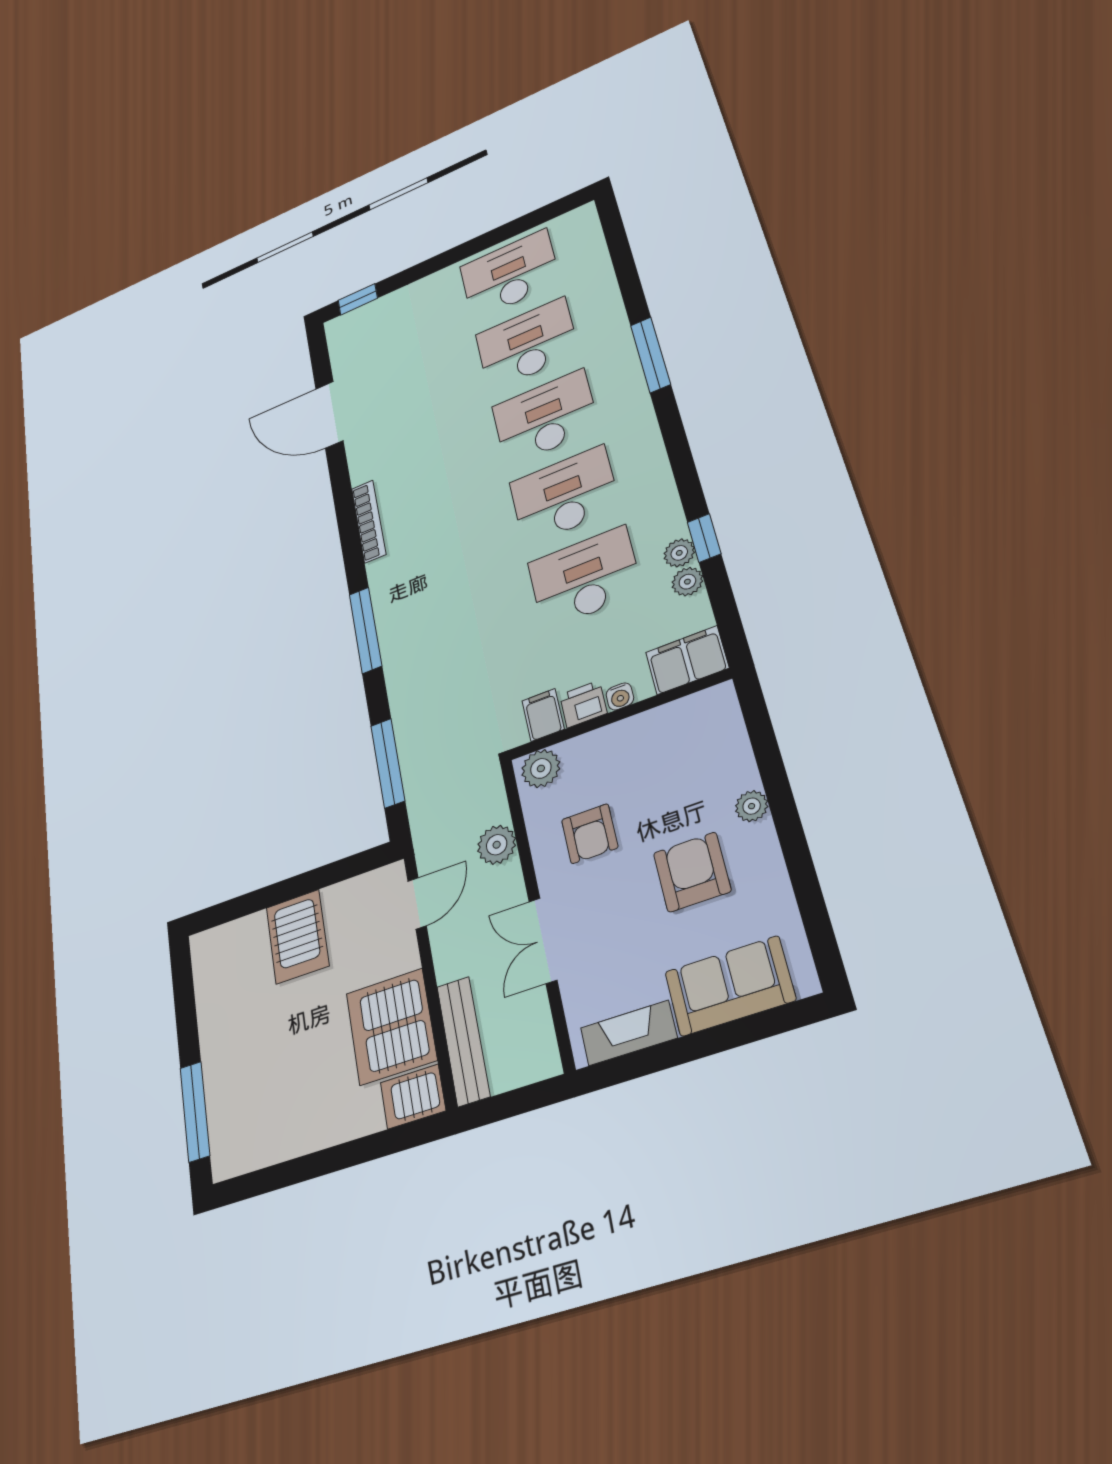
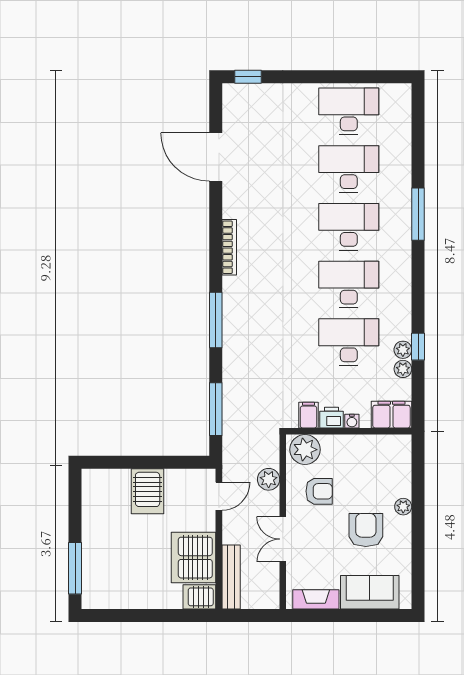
plant: (541, 768) -> (305, 450), width x1.36, depth x1.36
armchair: (590, 834) -> (319, 491), turned -90

